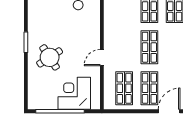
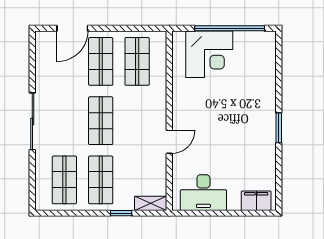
round table: (50, 57) -> (245, 106), removed
door: (102, 58) -> (169, 142), moved

